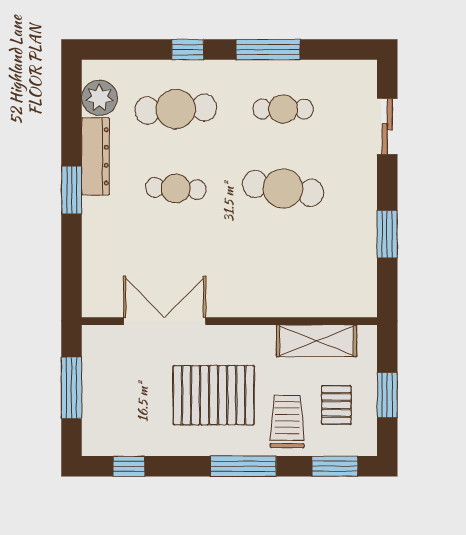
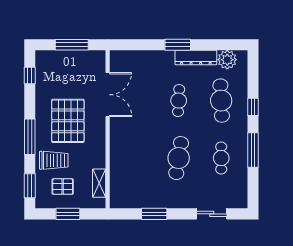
shelving: (317, 341) -> (99, 183), width x0.67, depth x0.75

